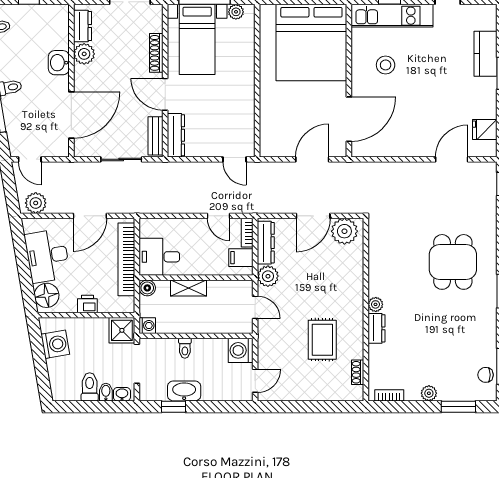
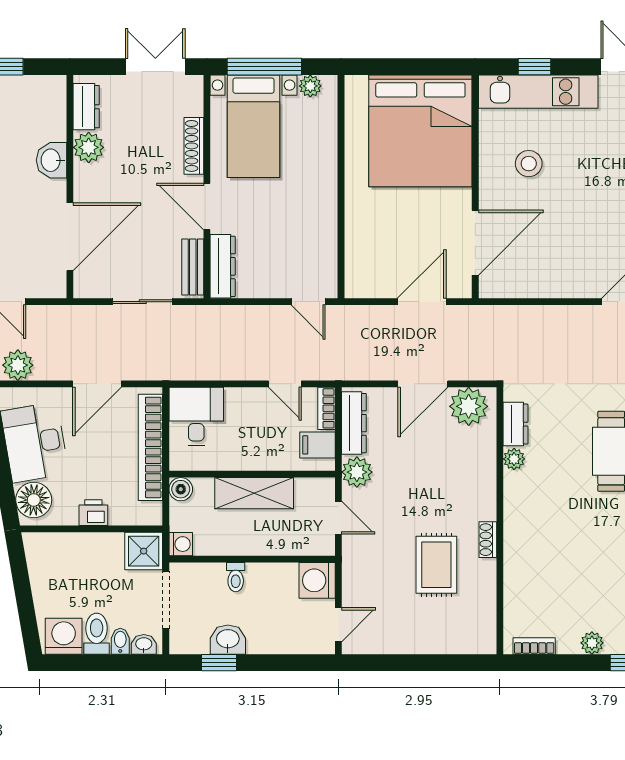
desk: (159, 257) -> (196, 416), moved, turned 90
shelving: (189, 288) -> (254, 493), width x1.50, depth x1.33
plant: (376, 304) -> (514, 459), moved
dresser: (377, 328) -> (515, 424), moved
washing machine: (55, 344) -> (64, 636), moved, turned -80
shoe rack: (358, 372) -> (488, 540), moved
washbasin: (184, 391) -> (228, 640), width x0.72

